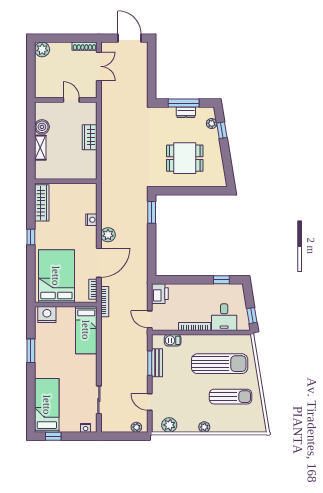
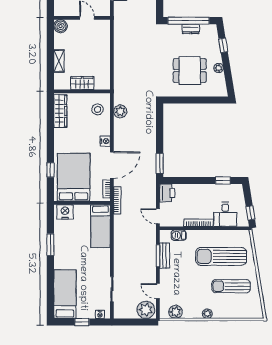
window: (184, 103) -> (189, 21), width x1.46
plant: (212, 123) -> (219, 68), moved
boiler: (42, 127) -> (61, 26), moved
wardrobe: (90, 137) -> (82, 83), moved, turned 90
stool: (83, 201) -> (98, 109), added
window: (152, 212) -> (160, 163), moved
nightstand: (91, 220) -> (105, 141), moved
plant: (108, 235) -> (120, 111), moved
window: (31, 237) -> (50, 170), moved
sun lounger: (220, 364) -> (221, 256), turned 180
sun lounger: (231, 397) -> (231, 286), turned 180
plant: (136, 427) -> (146, 310), width x1.87, depth x1.87
window: (53, 436) -> (82, 322), moved

